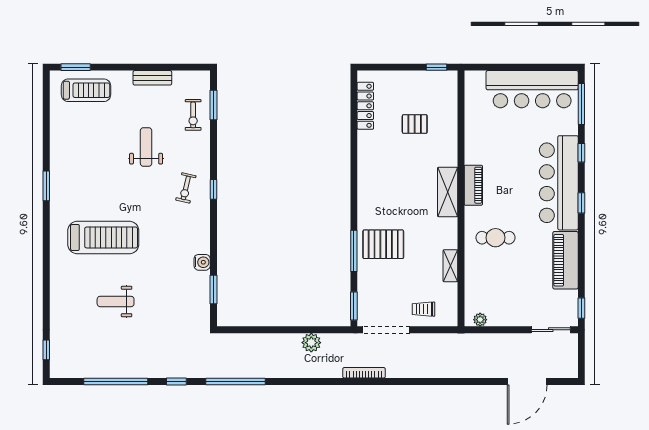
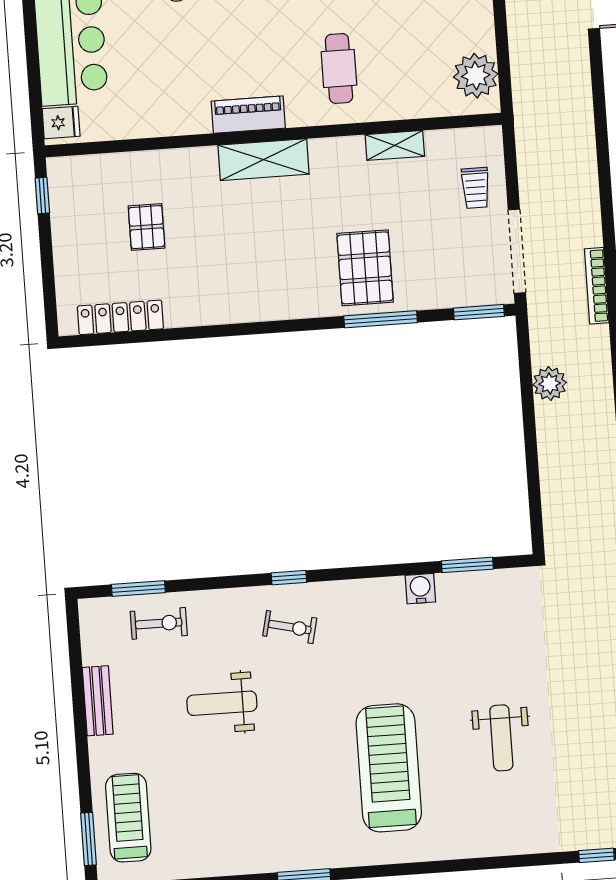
fridge: (476, 81) -> (61, 122), added
plant: (480, 320) -> (476, 76), width x1.88, depth x1.88

